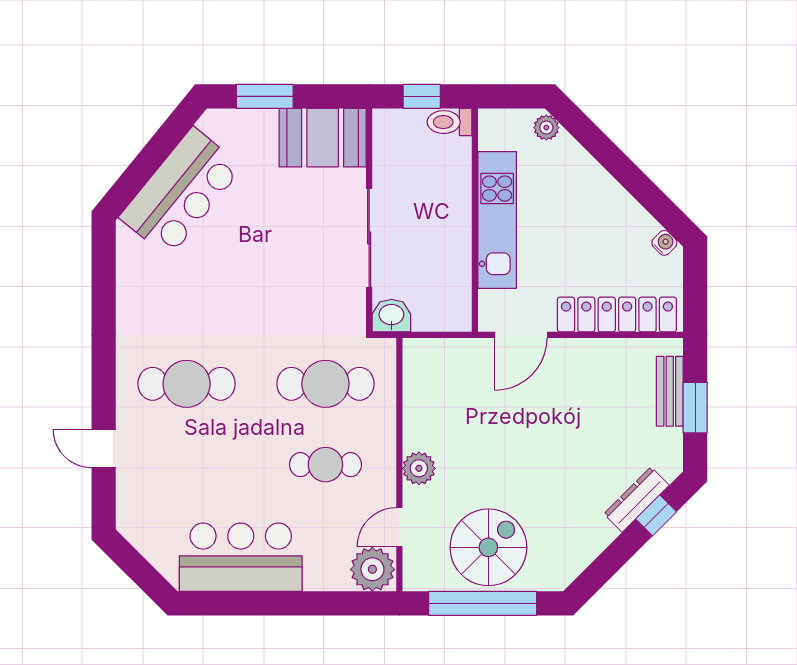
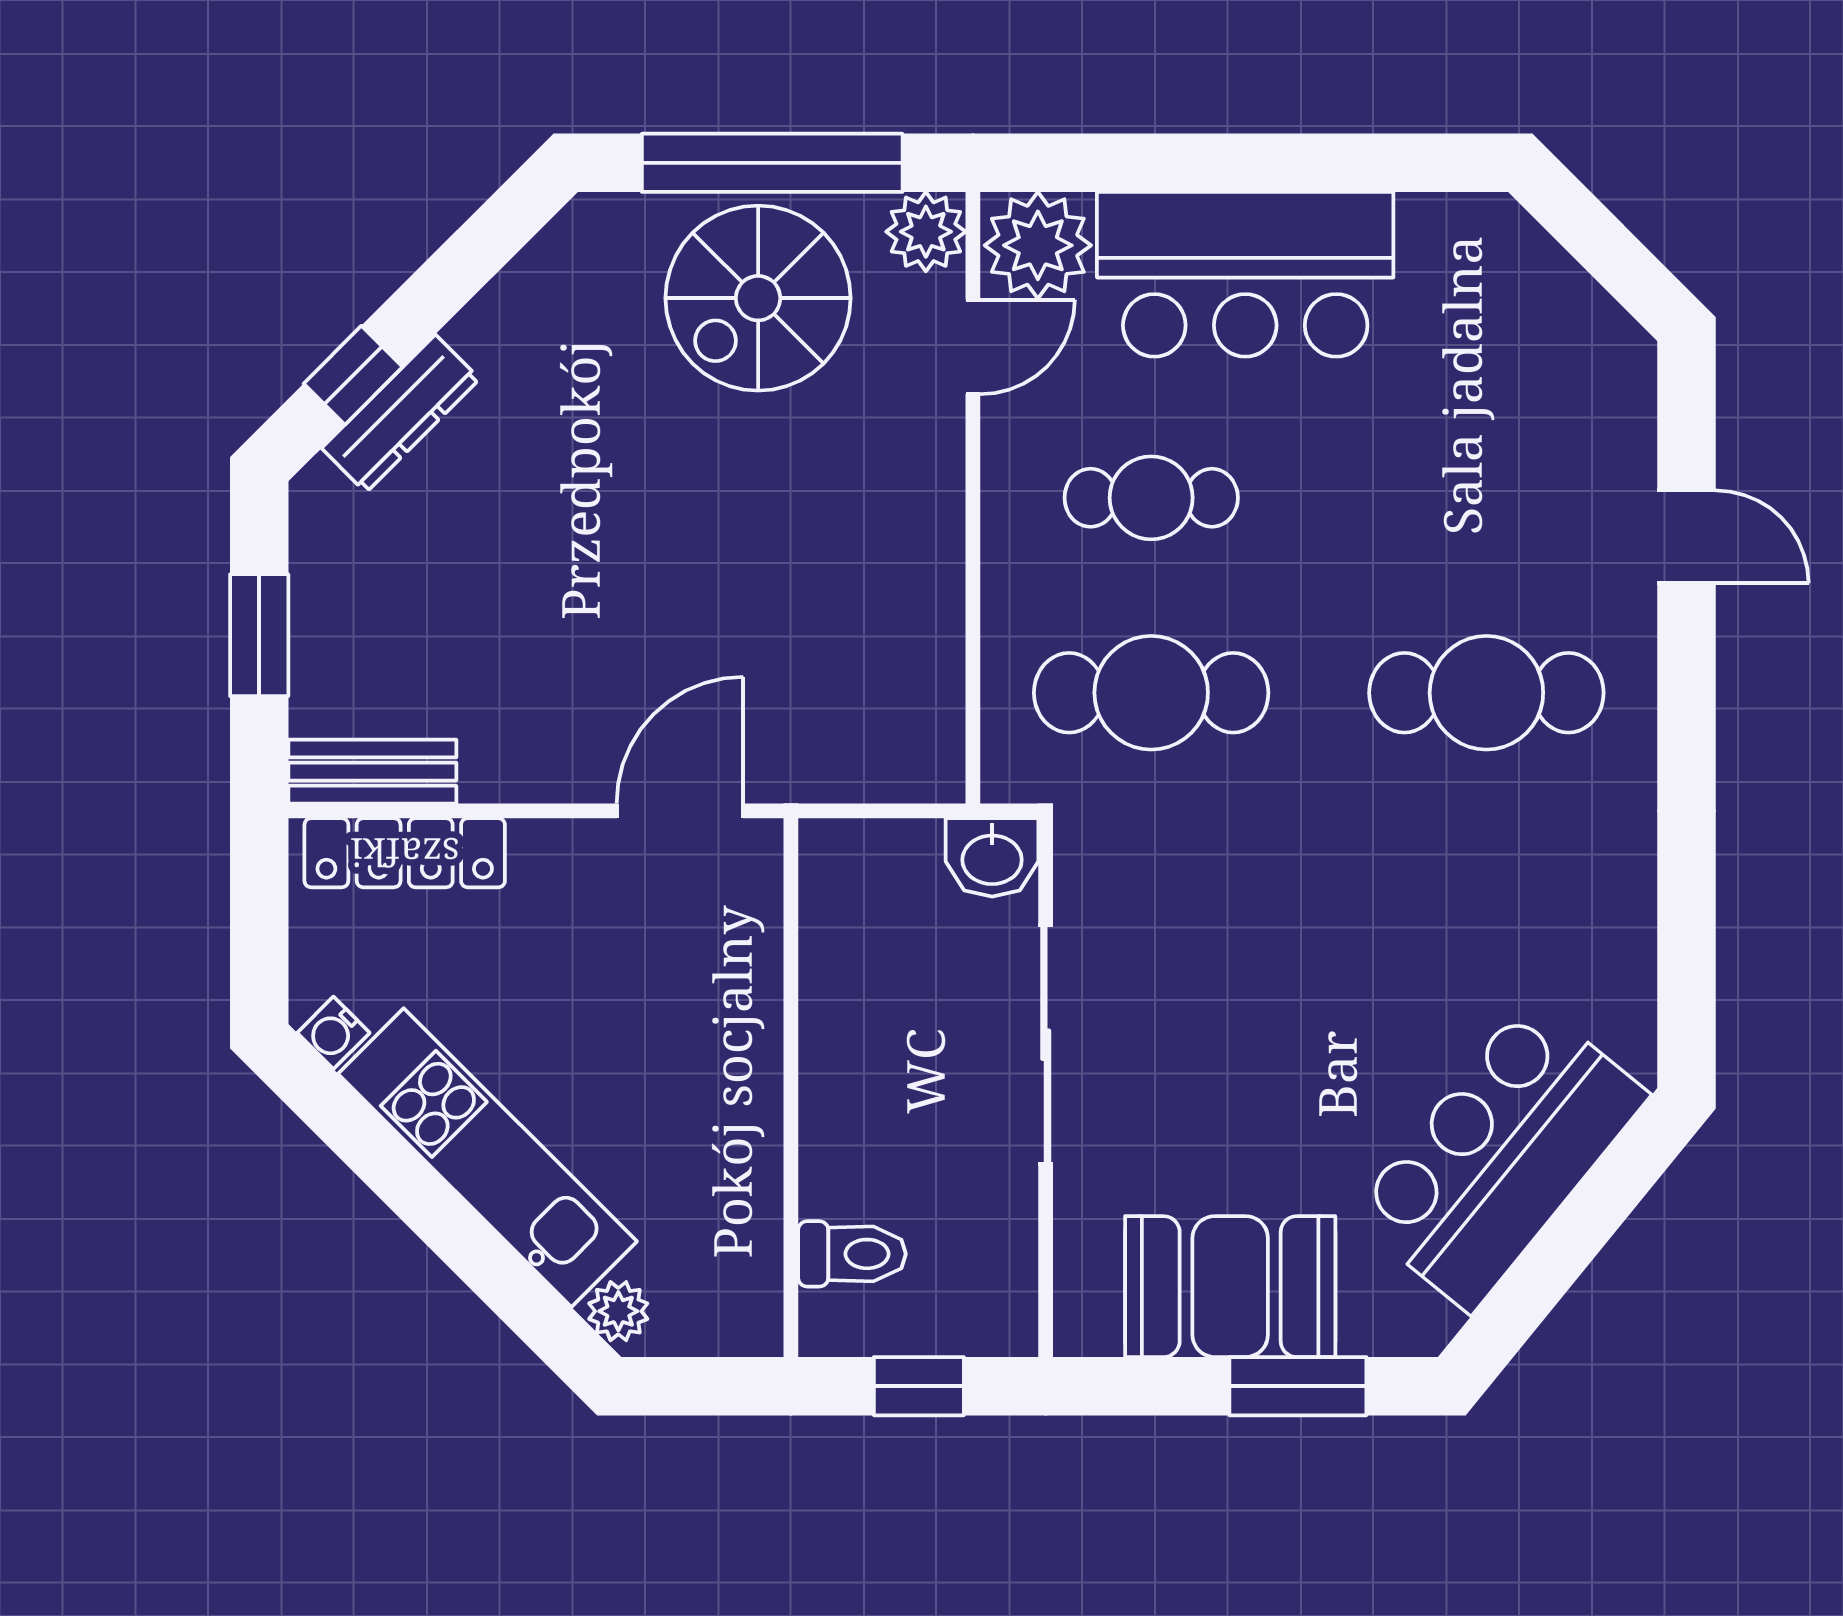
toilet: (449, 122) -> (852, 1254), moved
booth: (323, 138) -> (1230, 1287), moved
kitchen unit: (497, 220) -> (487, 1158), moved, turned 135
locker: (617, 315) -> (405, 853), width x0.71, depth x0.83
bench: (670, 391) -> (372, 772), moved, turned 90
plant: (419, 468) -> (926, 232), moved
bar counter: (241, 557) -> (1245, 274), moved

